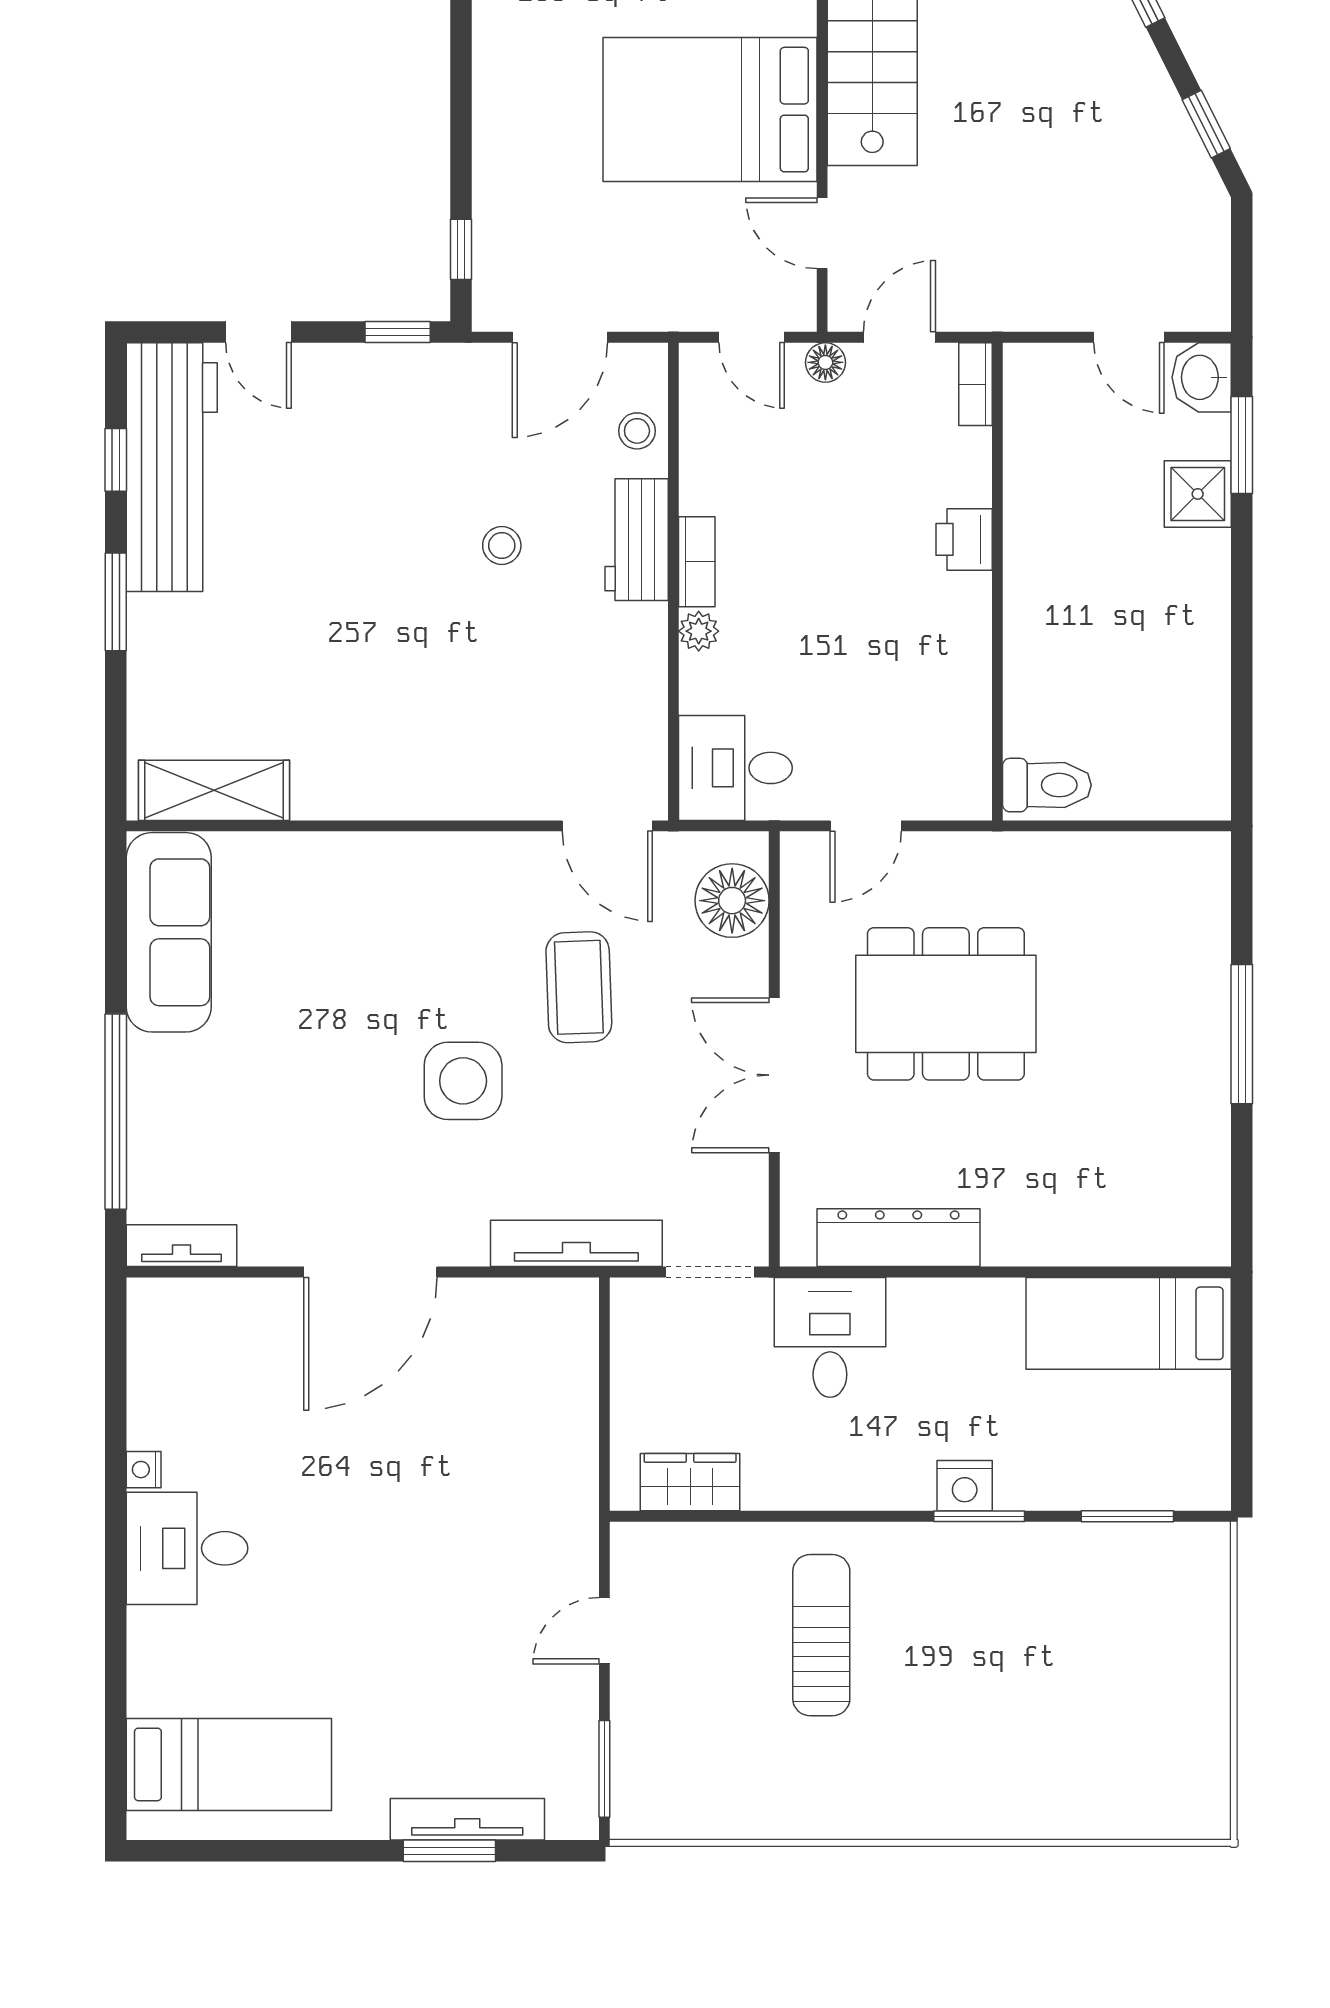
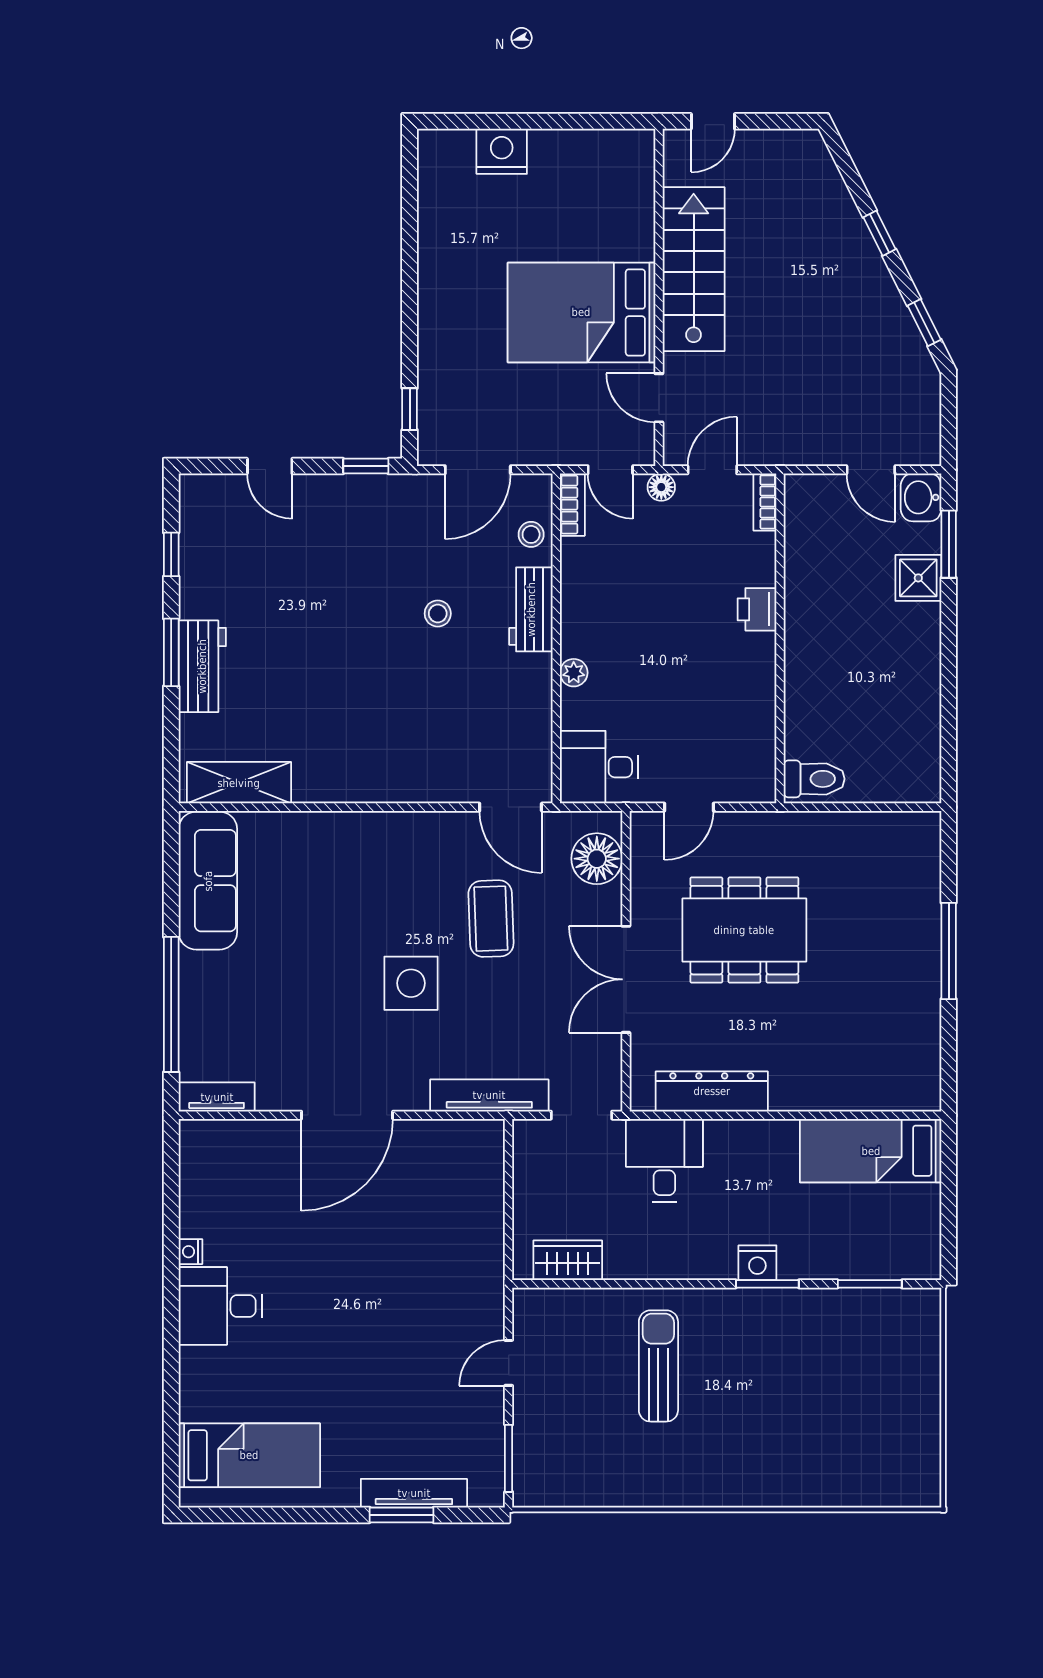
workbench: (172, 467) -> (202, 666), moved, width x0.53, depth x0.76
bookcase: (697, 562) -> (572, 505), moved

